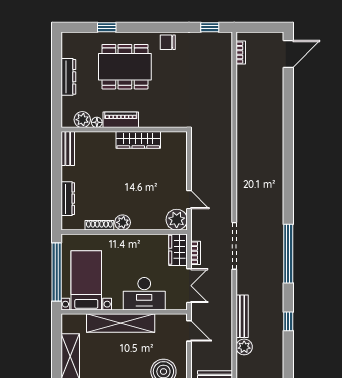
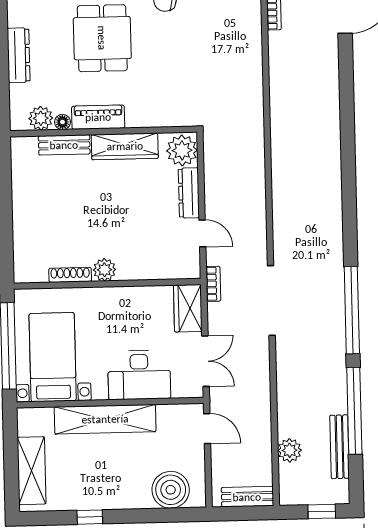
dining table: (125, 67) -> (102, 38), width x0.73
bench: (68, 148) -> (64, 145), moved, turned 90
dresser: (68, 199) -> (189, 193), moved, turned 180
plant: (177, 220) -> (182, 150), moved
bookcase: (196, 253) -> (213, 284), moved
bench: (242, 316) -> (340, 447), moved
window: (288, 321) -> (354, 411), width x3.17

